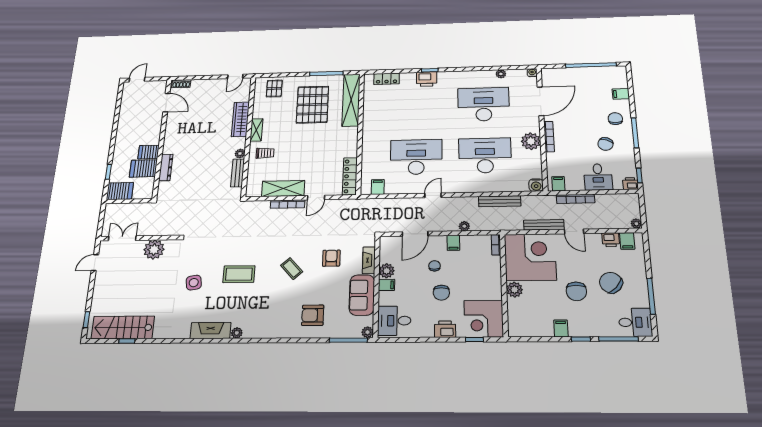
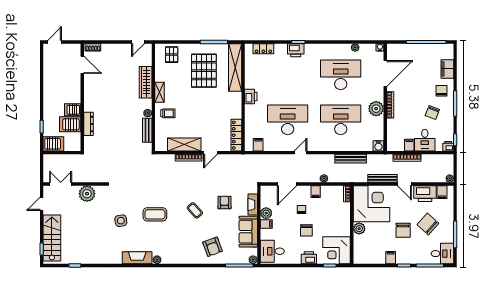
filing cabinet: (621, 94) -> (447, 69), width x2.00
printer: (370, 131) -> (251, 96), added
filing cabinet: (558, 184) -> (409, 145), moved
printer: (611, 240) -> (425, 194), width x1.87, depth x1.48
armchair: (313, 315) -> (212, 247), turned -110
stairs: (123, 328) -> (52, 238), moved, turned 90

